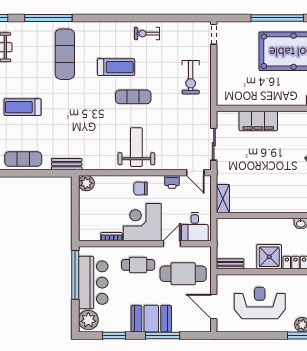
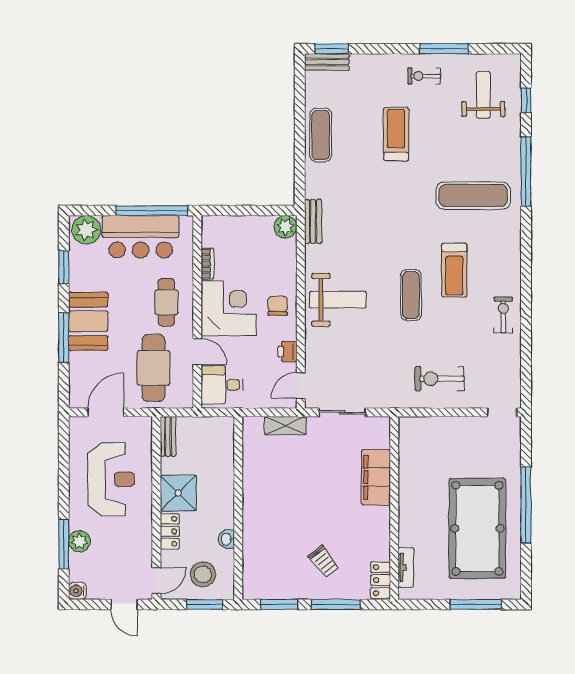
bench: (67, 164) -> (313, 221), moved
shelving: (223, 199) -> (285, 426), moved

